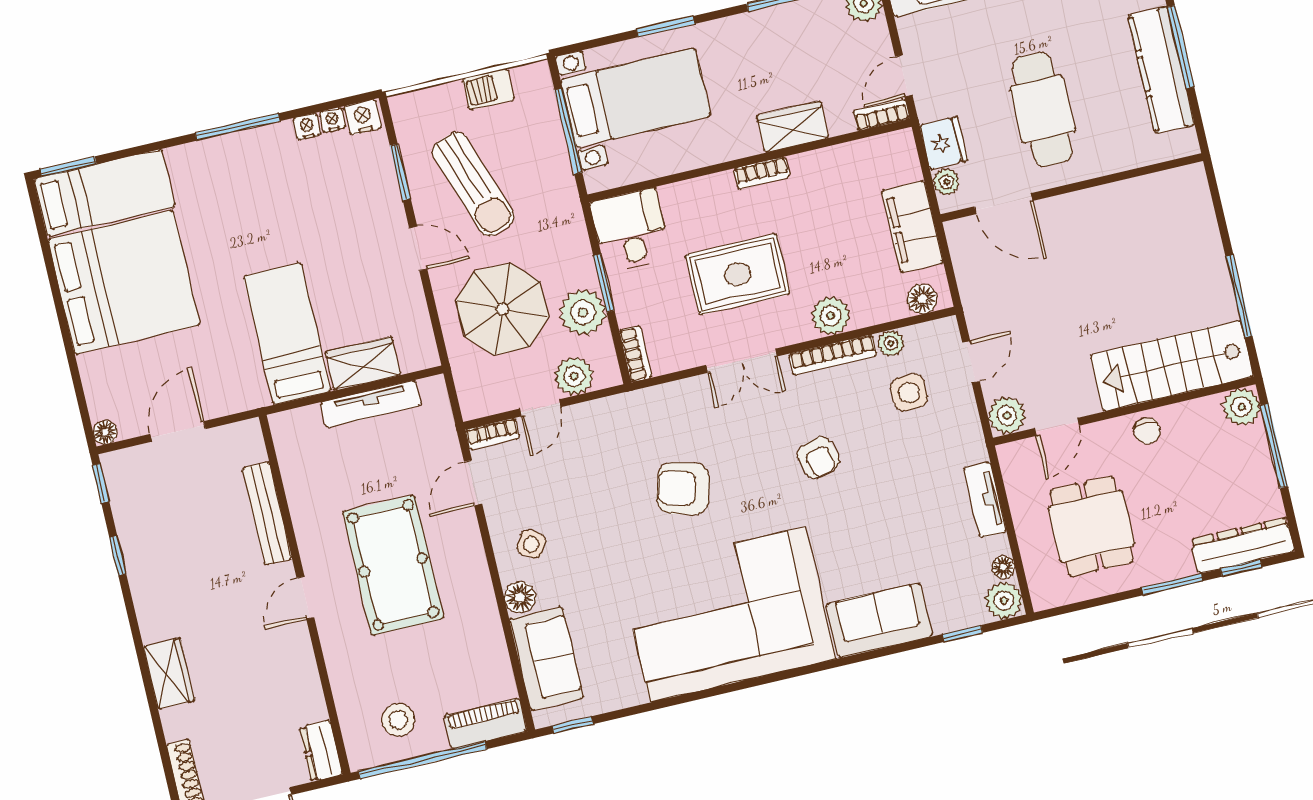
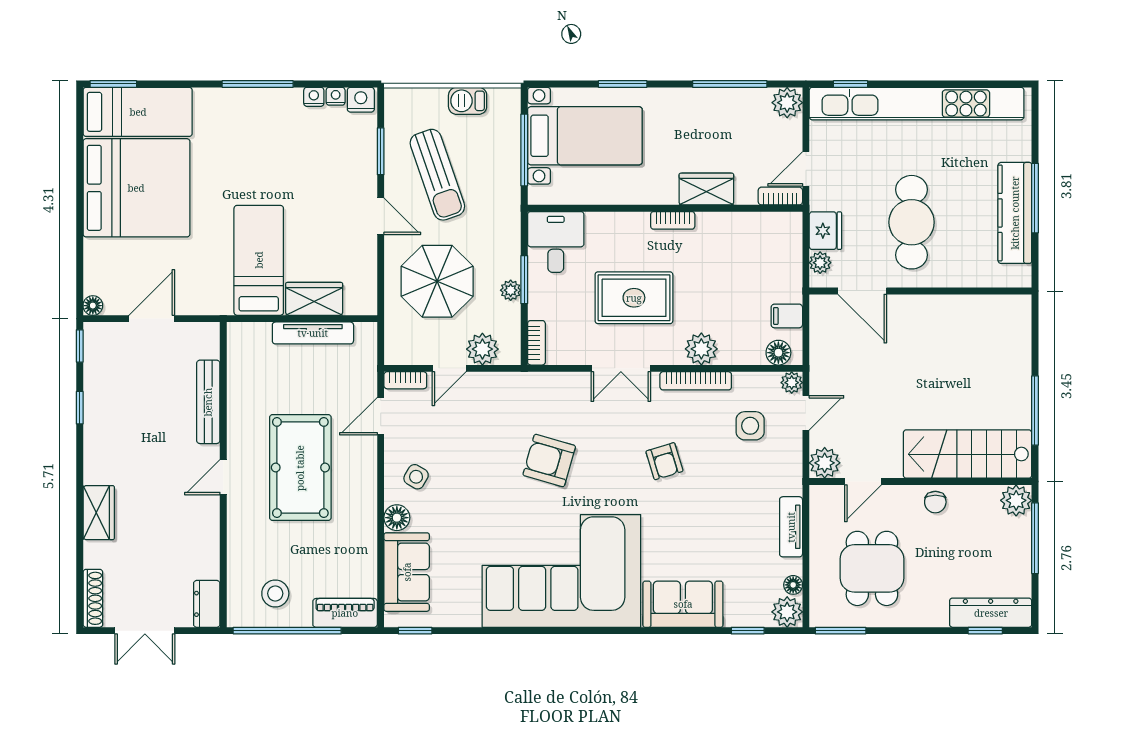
filing cabinet: (912, 227) -> (787, 316), width x0.33, depth x0.86
plant: (583, 312) -> (511, 290), width x0.53, depth x0.53
plant: (891, 343) -> (792, 383), moved
window: (1172, 584) -> (841, 631), moved

